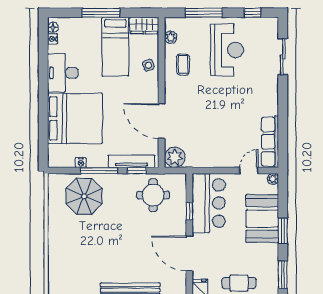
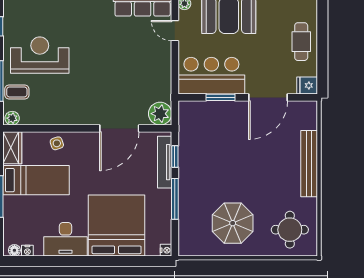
plant: (171, 37) -> (12, 118), moved
coffee table: (183, 65) -> (17, 92), moved
nightstand: (81, 163) -> (166, 250), moved
round table: (153, 195) -> (290, 230), moved
parasol: (84, 196) -> (233, 223), moved
window: (189, 211) -> (220, 97), width x1.50

